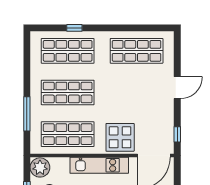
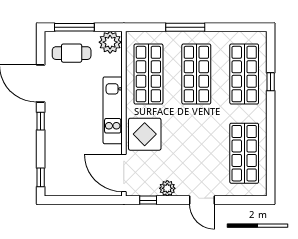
window: (27, 114) -> (185, 27), moved
plant: (167, 118) -> (167, 188), added

